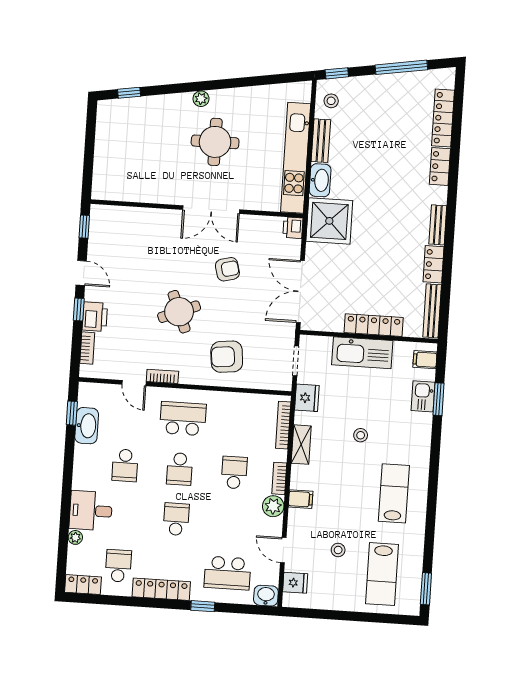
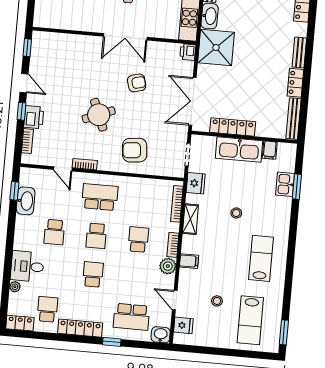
locker: (374, 325) -> (233, 127), moved
filing cabinet: (425, 360) -> (270, 150), moved, turned -90

